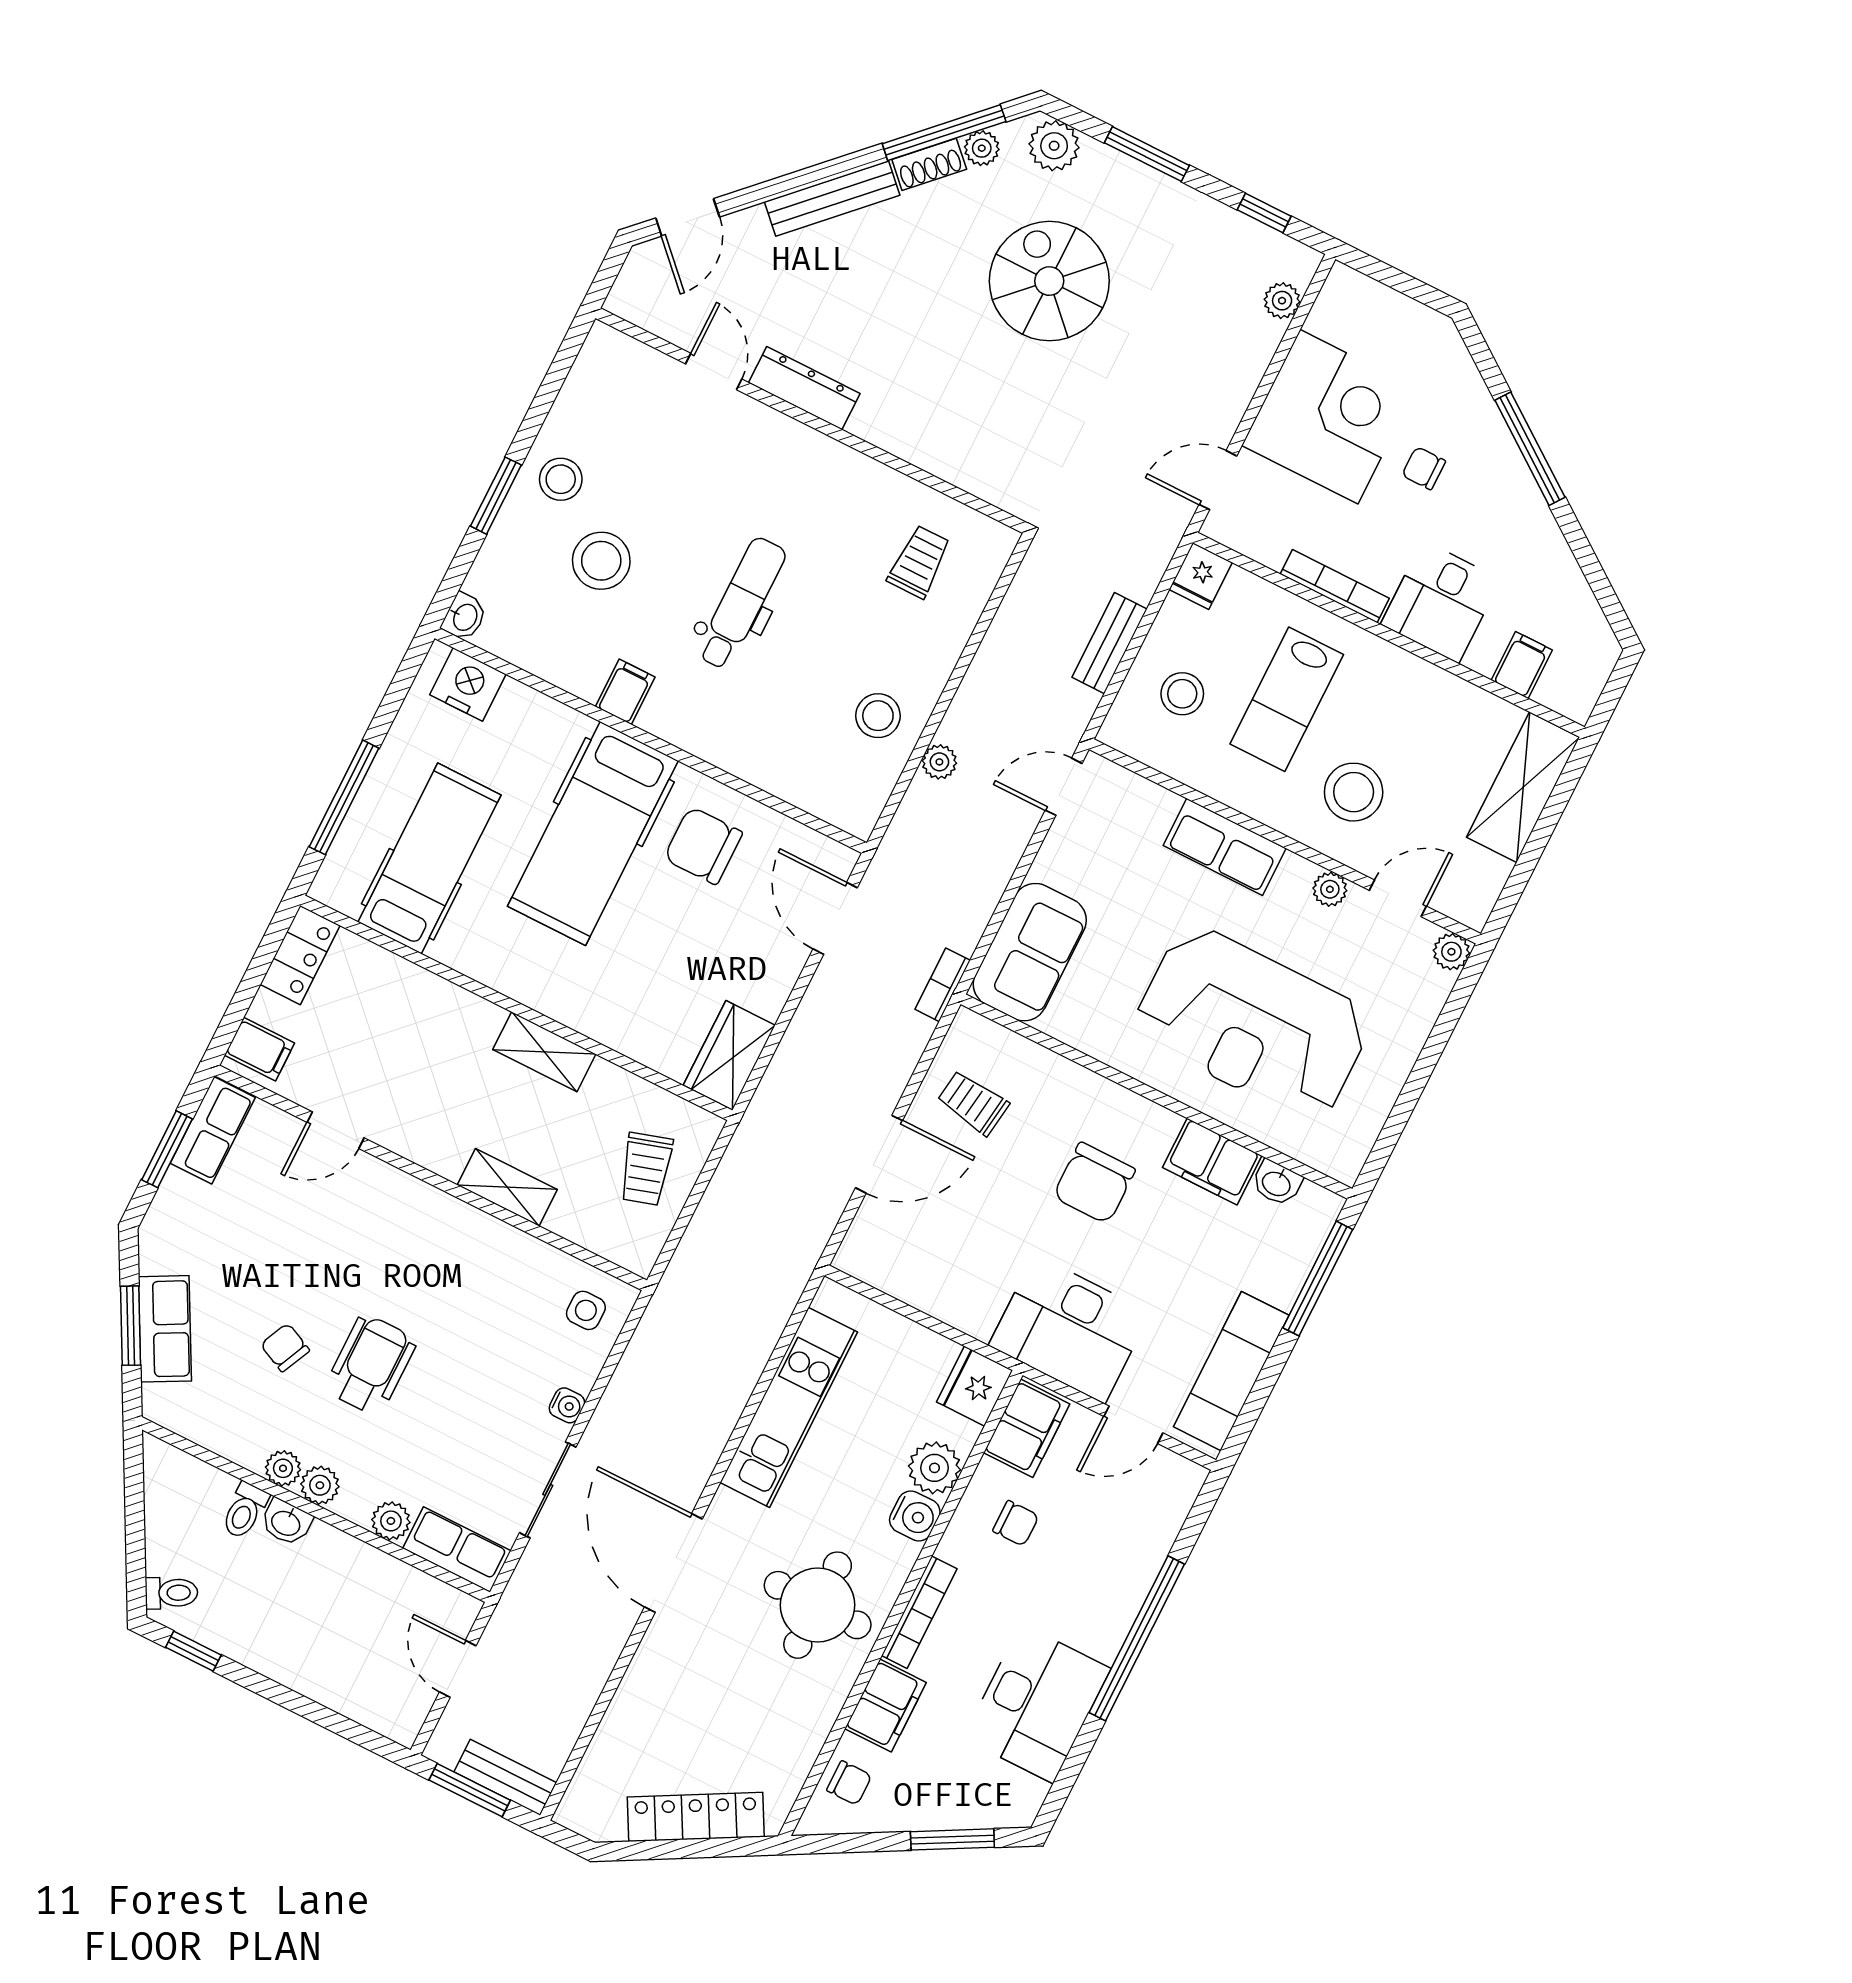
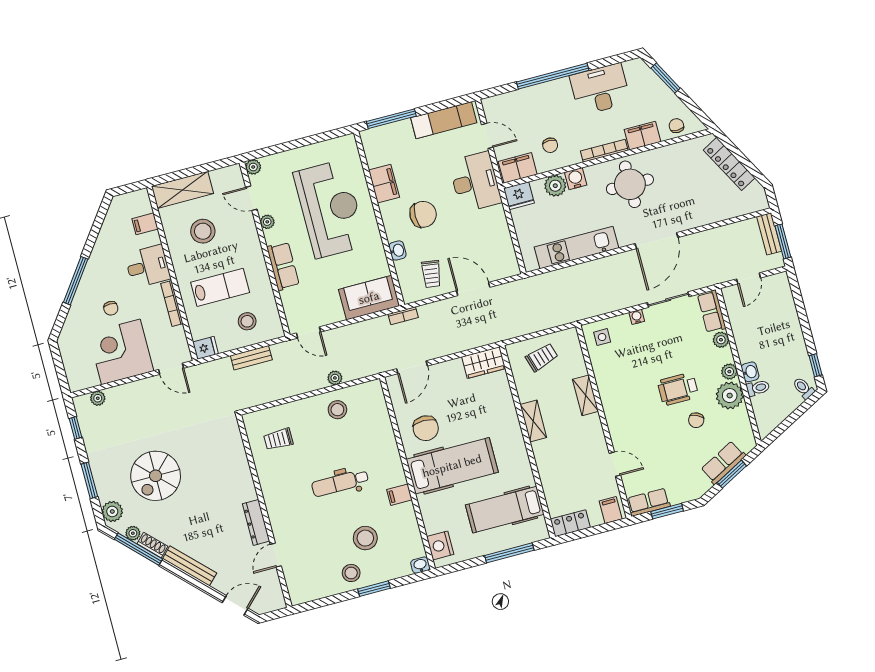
stool: (1354, 792) -> (203, 231), moved
washbasin: (1277, 1183) -> (397, 250), moved
plant: (283, 1468) -> (730, 396), width x1.88, depth x1.88
chair: (1016, 1523) -> (550, 145), turned 180

